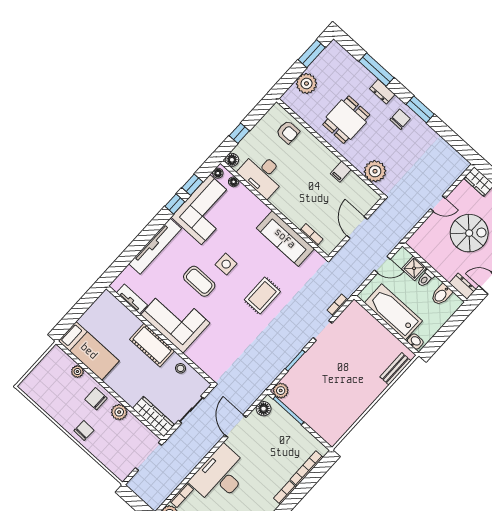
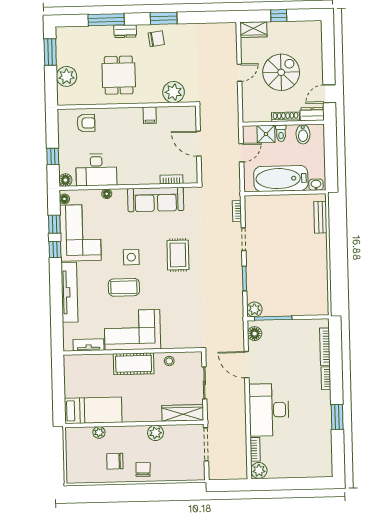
chair: (400, 119) -> (156, 39), turned 82
floor lamp: (234, 182) -> (107, 194), moved
shoe rack: (441, 269) -> (286, 117), added
chair: (96, 399) -> (115, 461), moved

